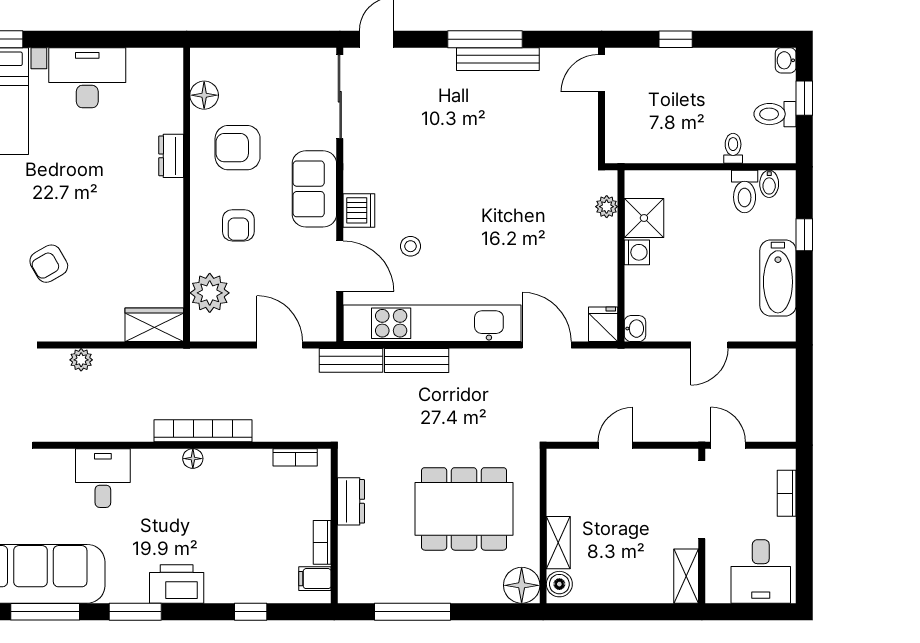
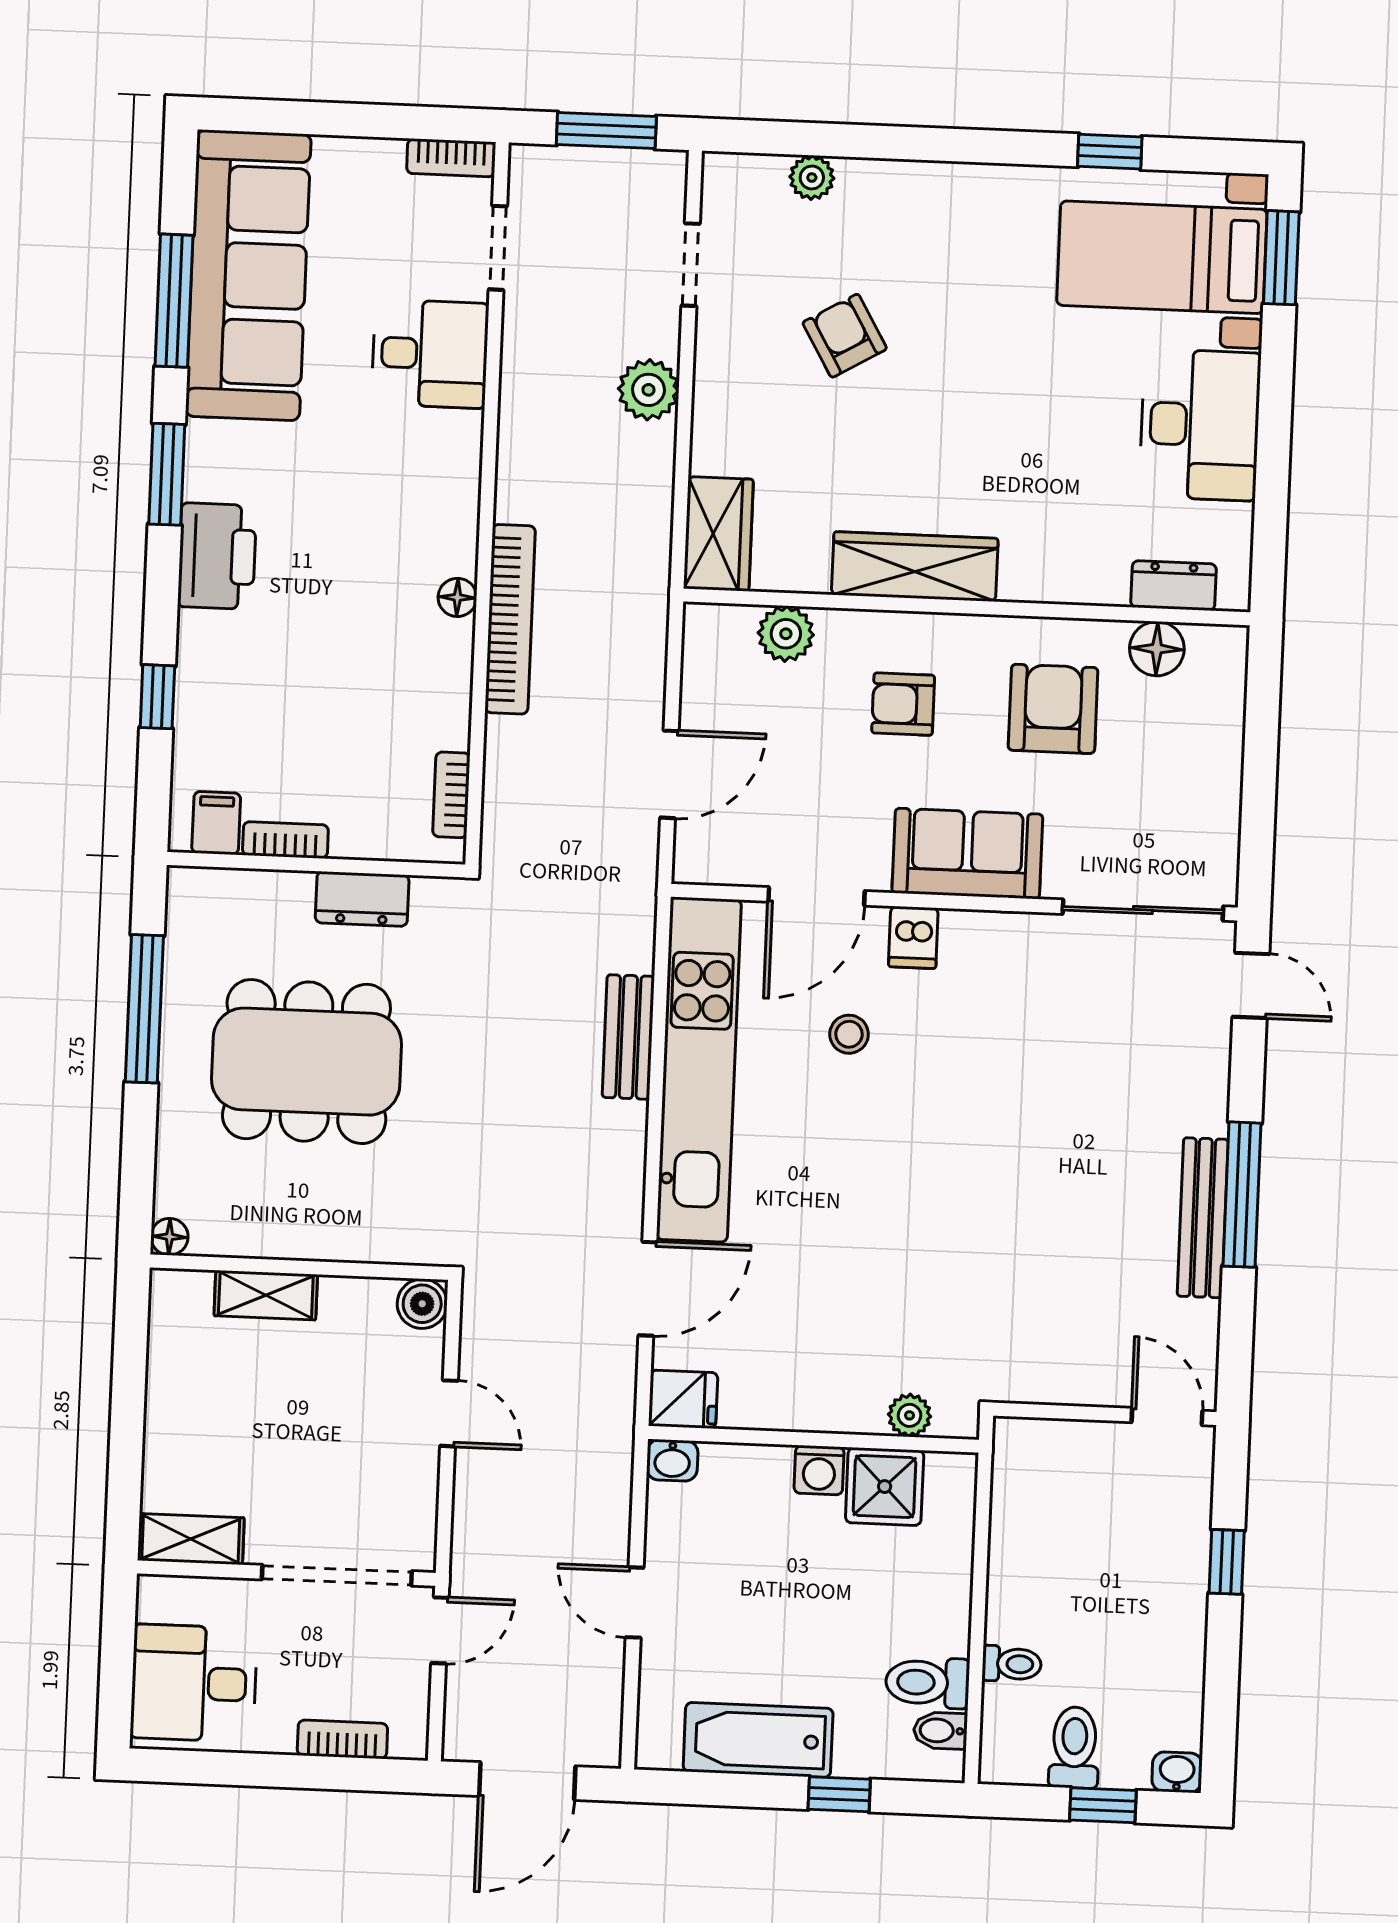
dresser: (171, 156) -> (1174, 586), moved
dishwasher: (359, 210) -> (913, 937), width x0.73
wardrobe: (167, 222) -> (915, 567), added
plant: (210, 293) -> (786, 634), width x0.73, depth x0.73
plant: (81, 360) -> (649, 390), width x1.38, depth x1.38
bench: (351, 360) -> (634, 910), removed
door: (804, 397) -> (527, 1781), added
desk: (103, 478) -> (430, 354), moved
dining table: (464, 509) -> (306, 1062), moved, turned 90
boiler: (559, 584) -> (422, 1304), moved
floor lamp: (522, 585) -> (169, 1237), width x0.53, depth x0.53

